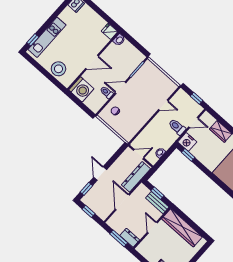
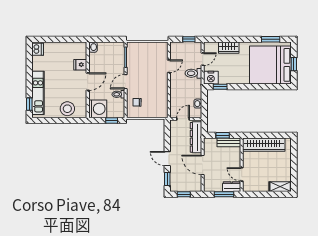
fridge: (110, 31) -> (80, 65), moved
window: (84, 107) -> (112, 120), added
door: (152, 228) -> (242, 174), moved

